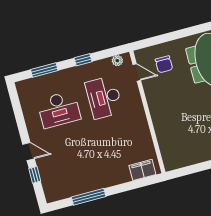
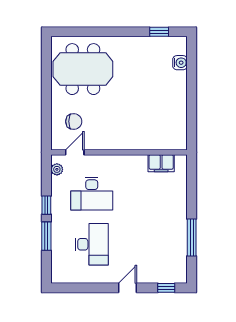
window: (44, 70) -> (46, 236), moved
filing cabinet: (142, 170) -> (161, 163), moved, turned -90
window: (35, 175) -> (166, 288), moved

